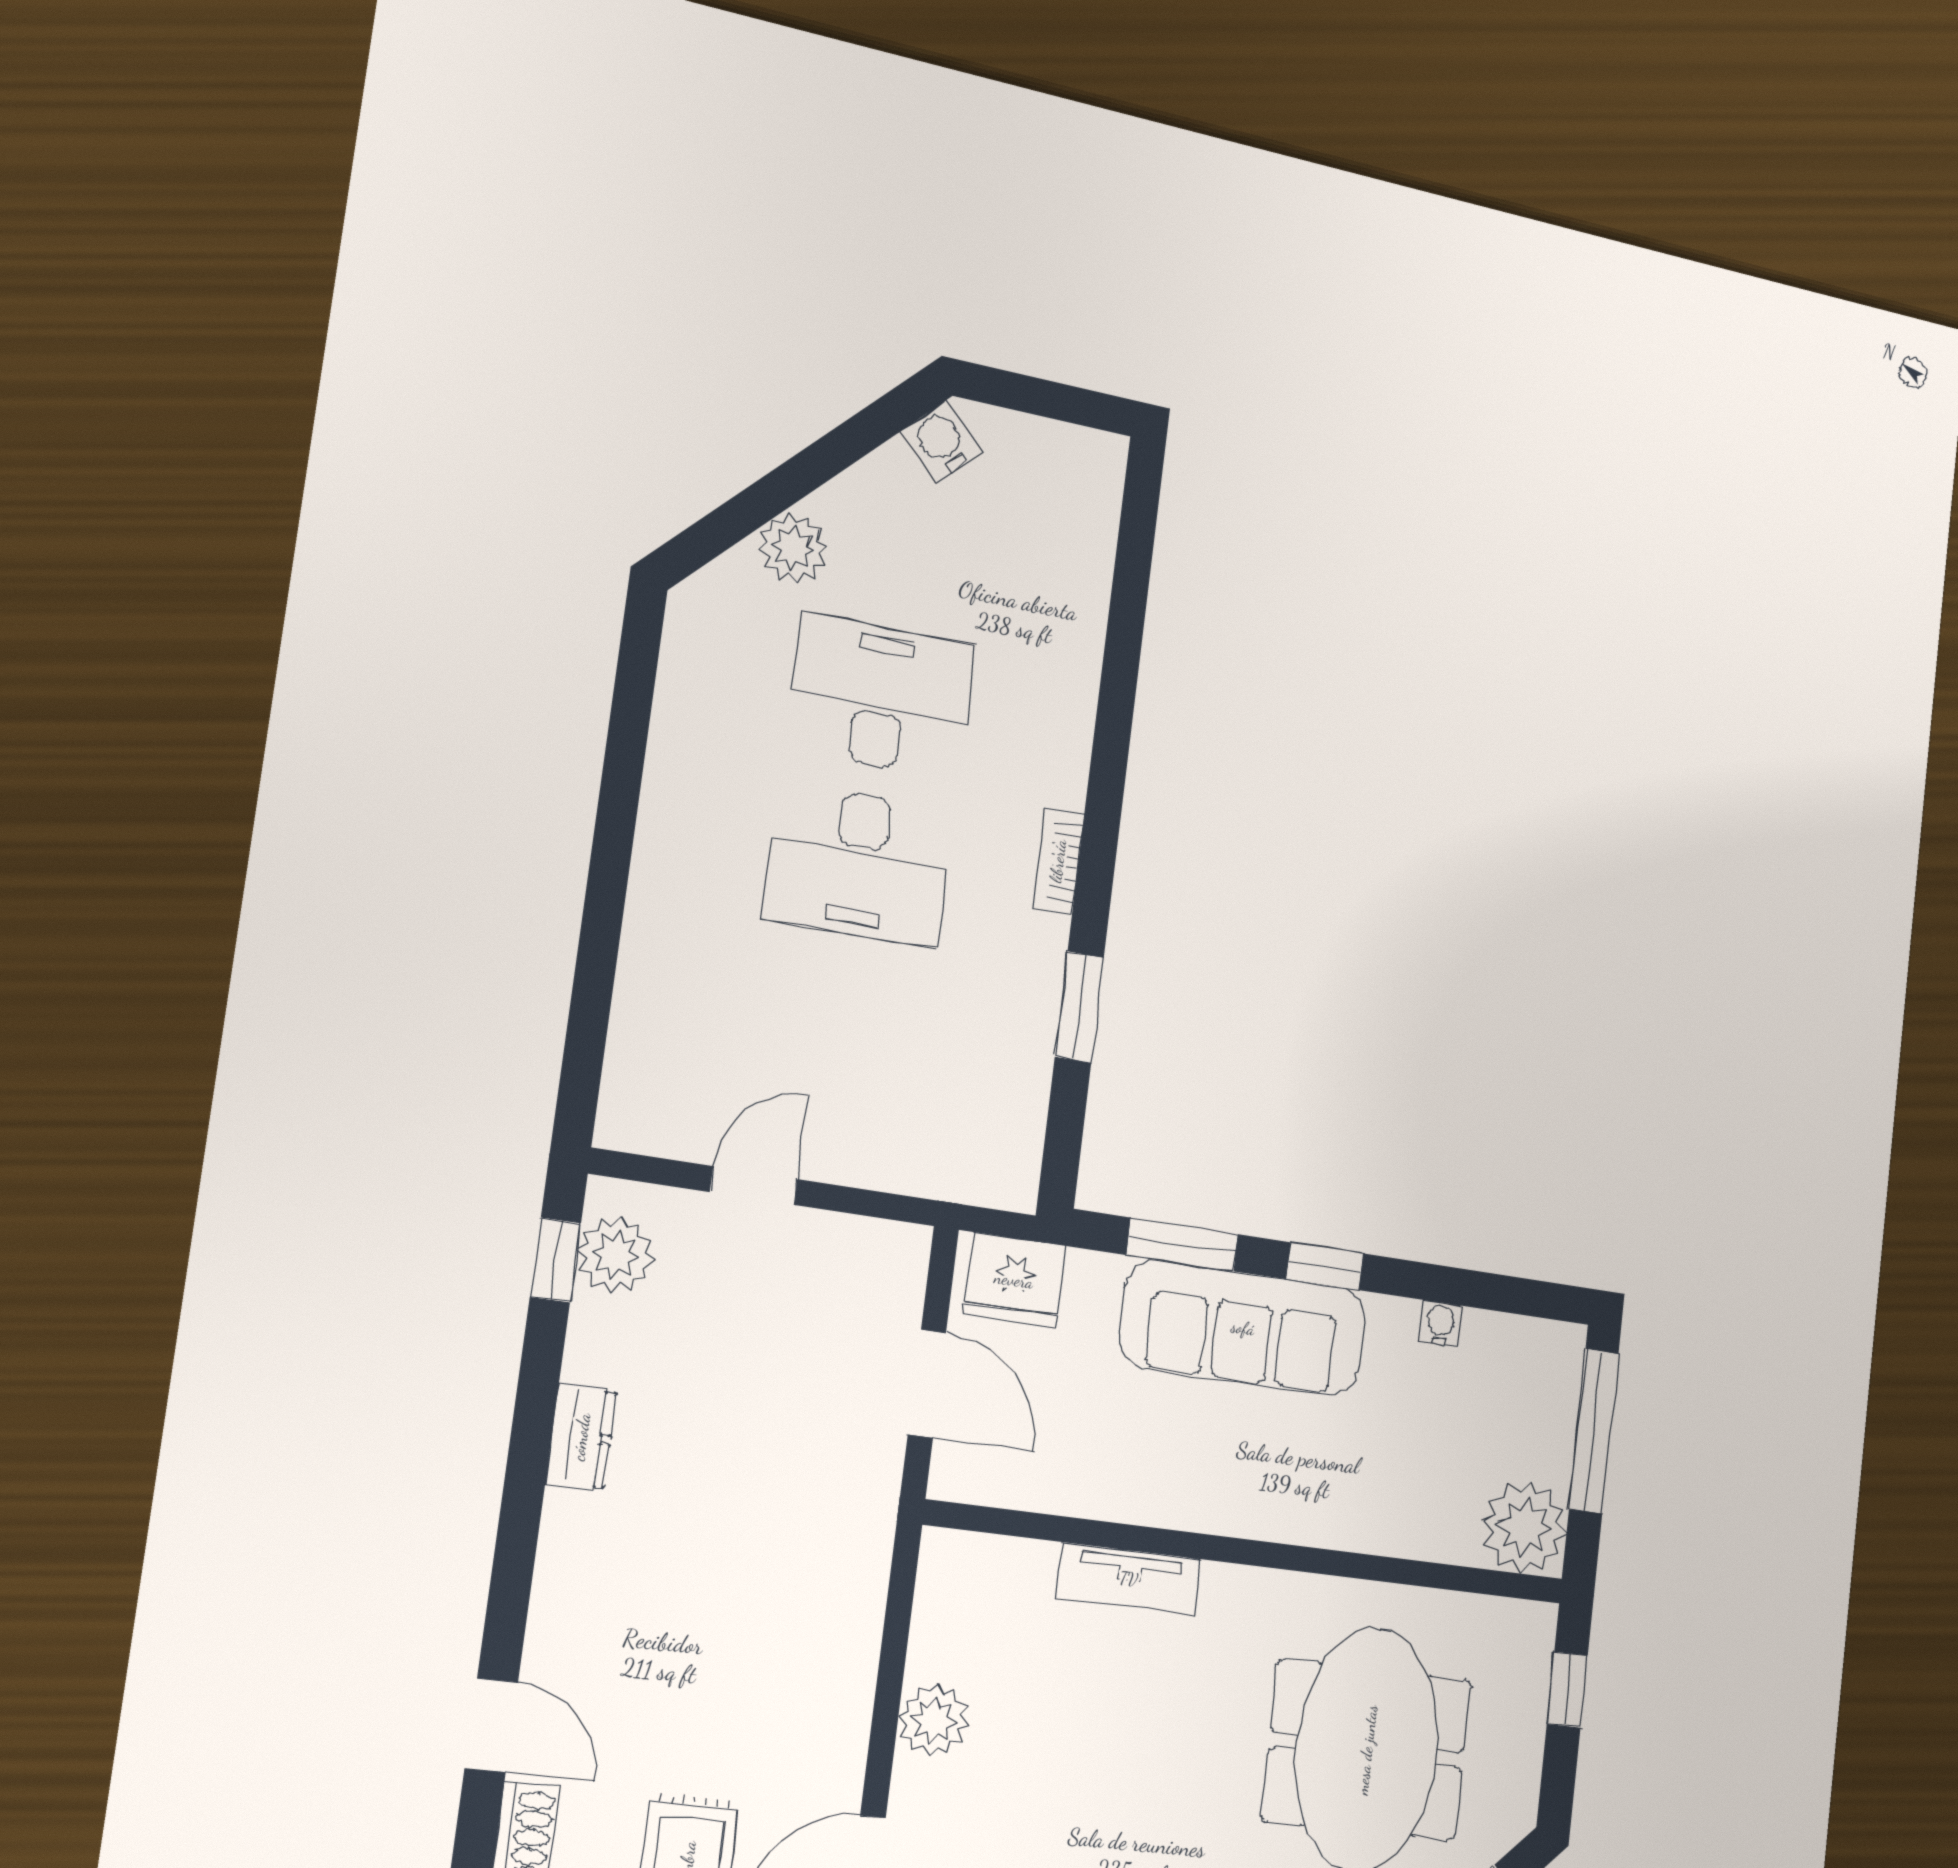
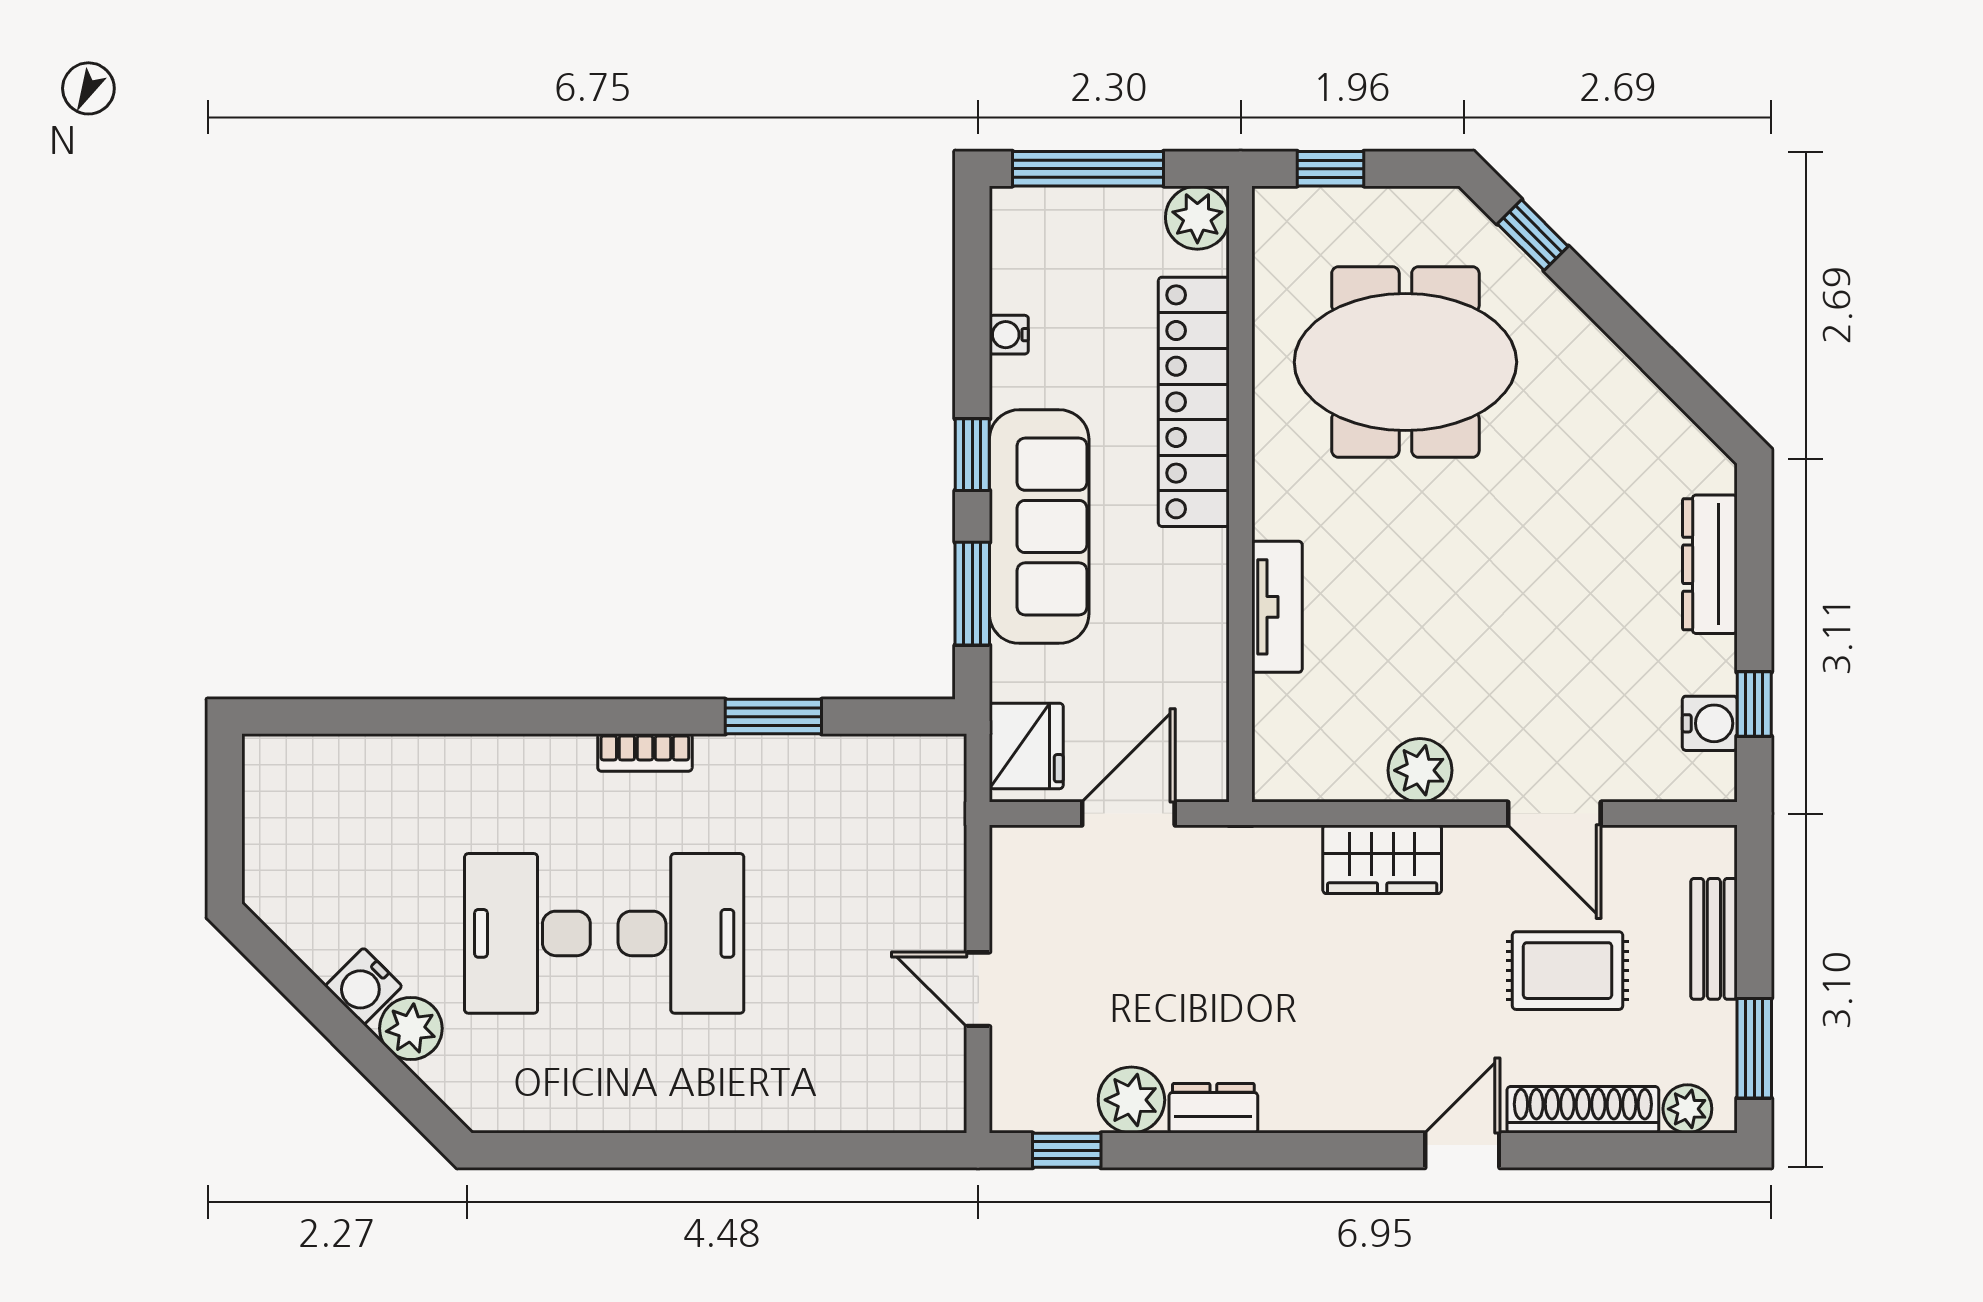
water cooler: (941, 441) -> (364, 986), moved
plant: (616, 1255) -> (1131, 1100), moved
locker: (1352, 1514) -> (1194, 402), added
plant: (1524, 1527) -> (1197, 218), width x0.73, depth x0.73
wardrobe: (840, 1666) -> (1382, 859), added

